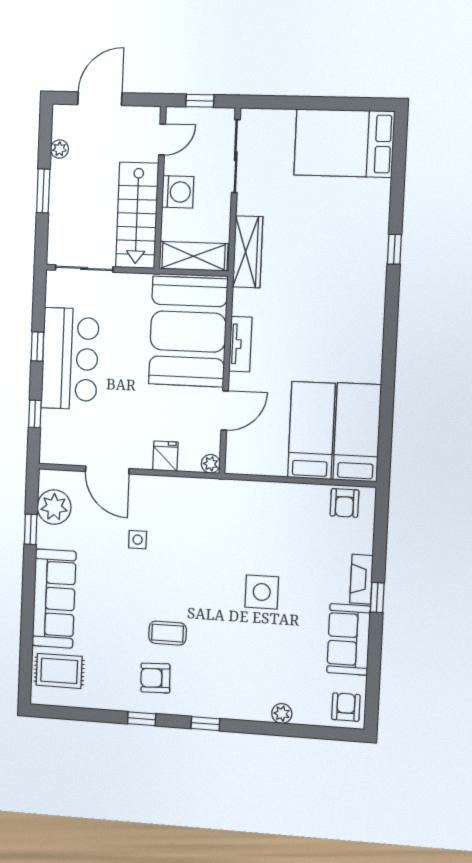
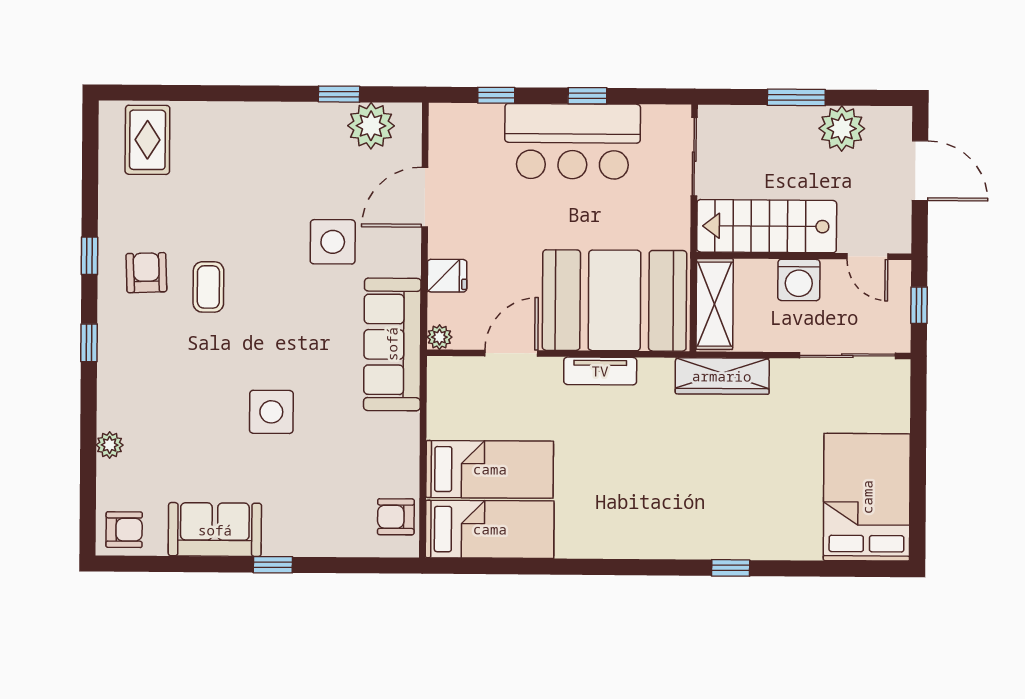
plant: (59, 149) -> (842, 128), width x1.88, depth x1.88
door: (225, 410) -> (511, 353), swing flipped
side table: (138, 540) -> (333, 242), width x1.87, depth x1.87
fireplace: (361, 579) -> (296, 543), removed
sofa: (54, 599) -> (392, 344), moved, turned 90

